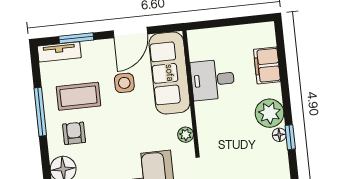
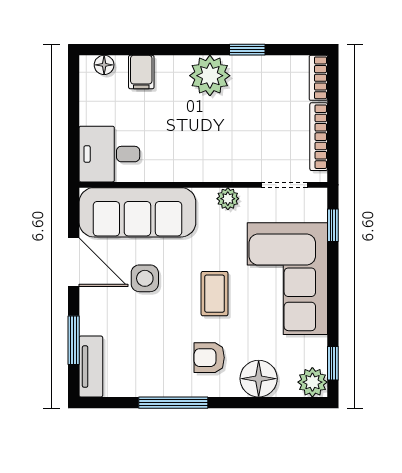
filing cabinet: (267, 65) -> (141, 72), width x0.50
desk: (213, 80) -> (109, 154), moved, turned 90
coffee table: (78, 96) -> (215, 294), moved, width x0.73, depth x0.77
floor lamp: (279, 135) -> (104, 65), moved

